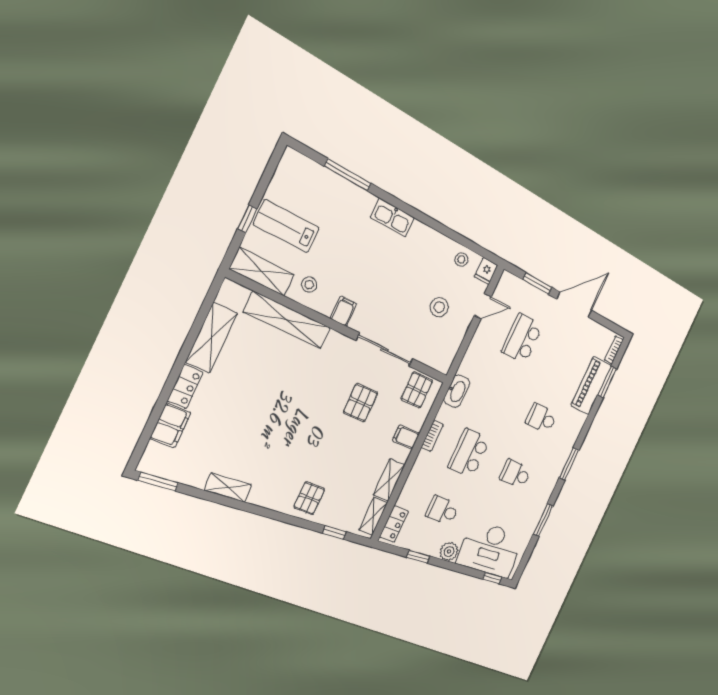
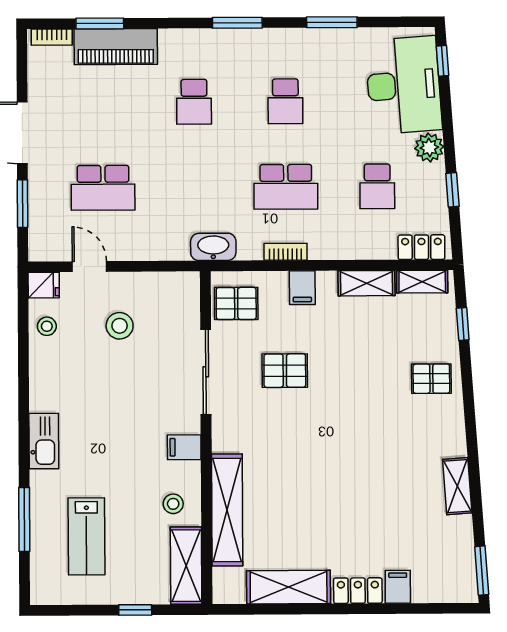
lab bench: (286, 226) -> (86, 536), moved
filing cabinet: (170, 425) -> (398, 587), width x0.50

